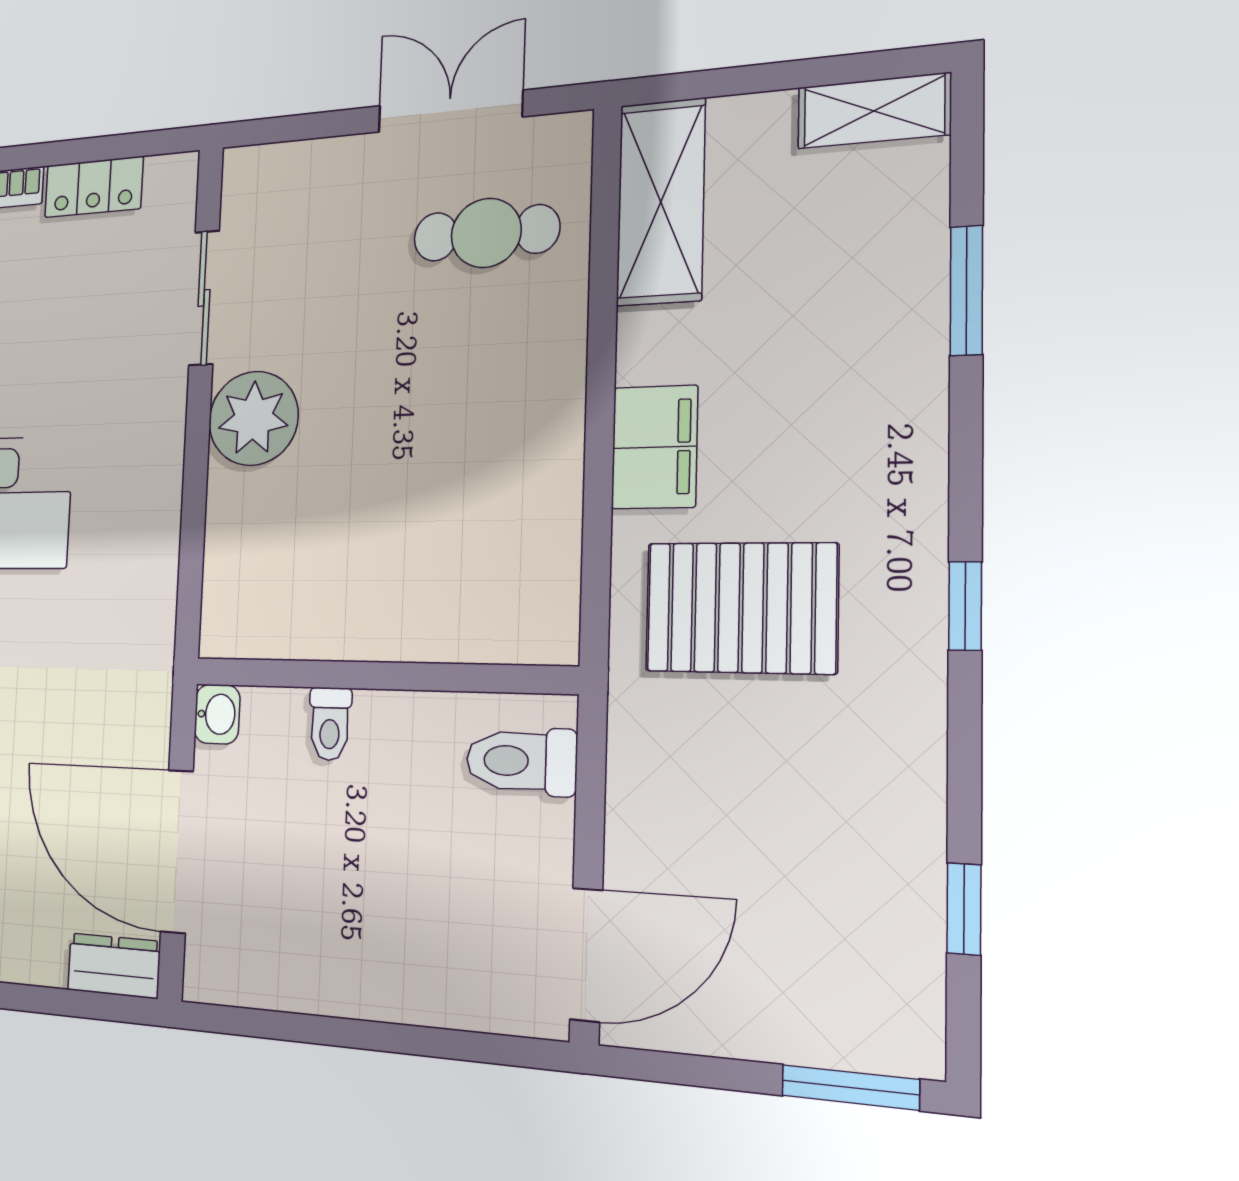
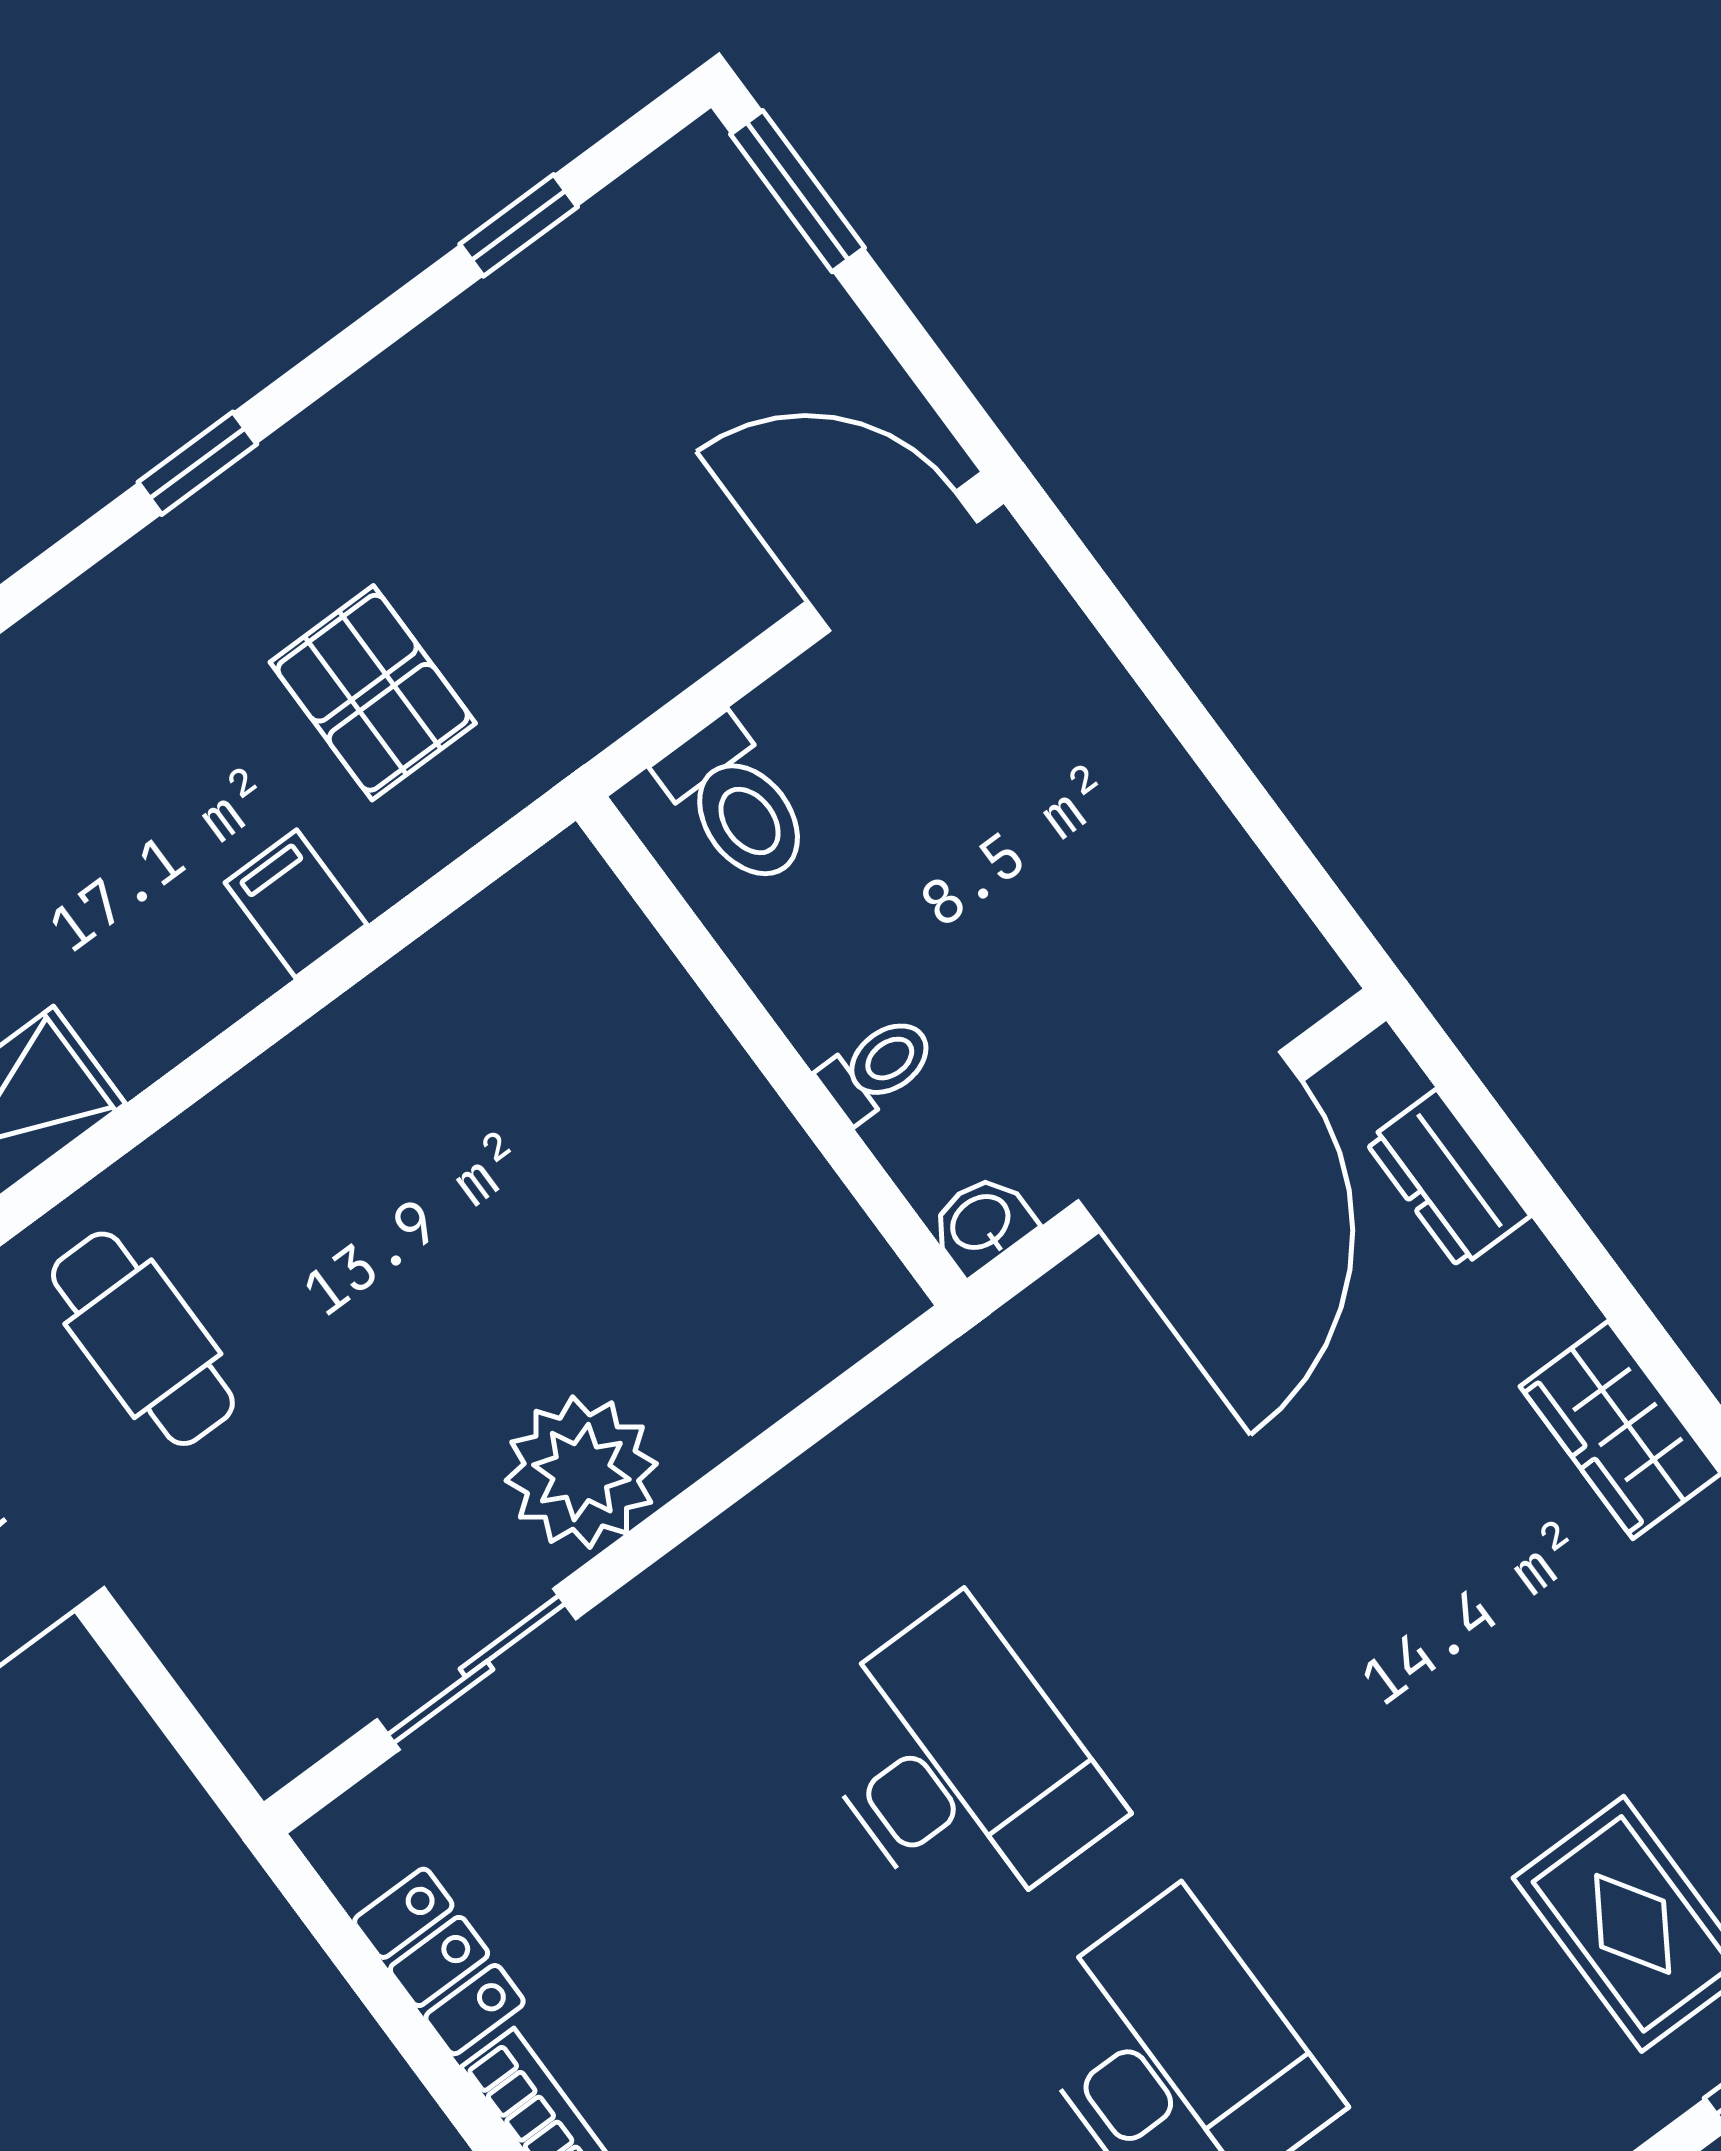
filing cabinet: (654, 447) -> (296, 904), width x0.50
pallet: (741, 608) -> (373, 693), width x0.67, depth x0.71
dresser: (114, 966) -> (1448, 1179), moved

